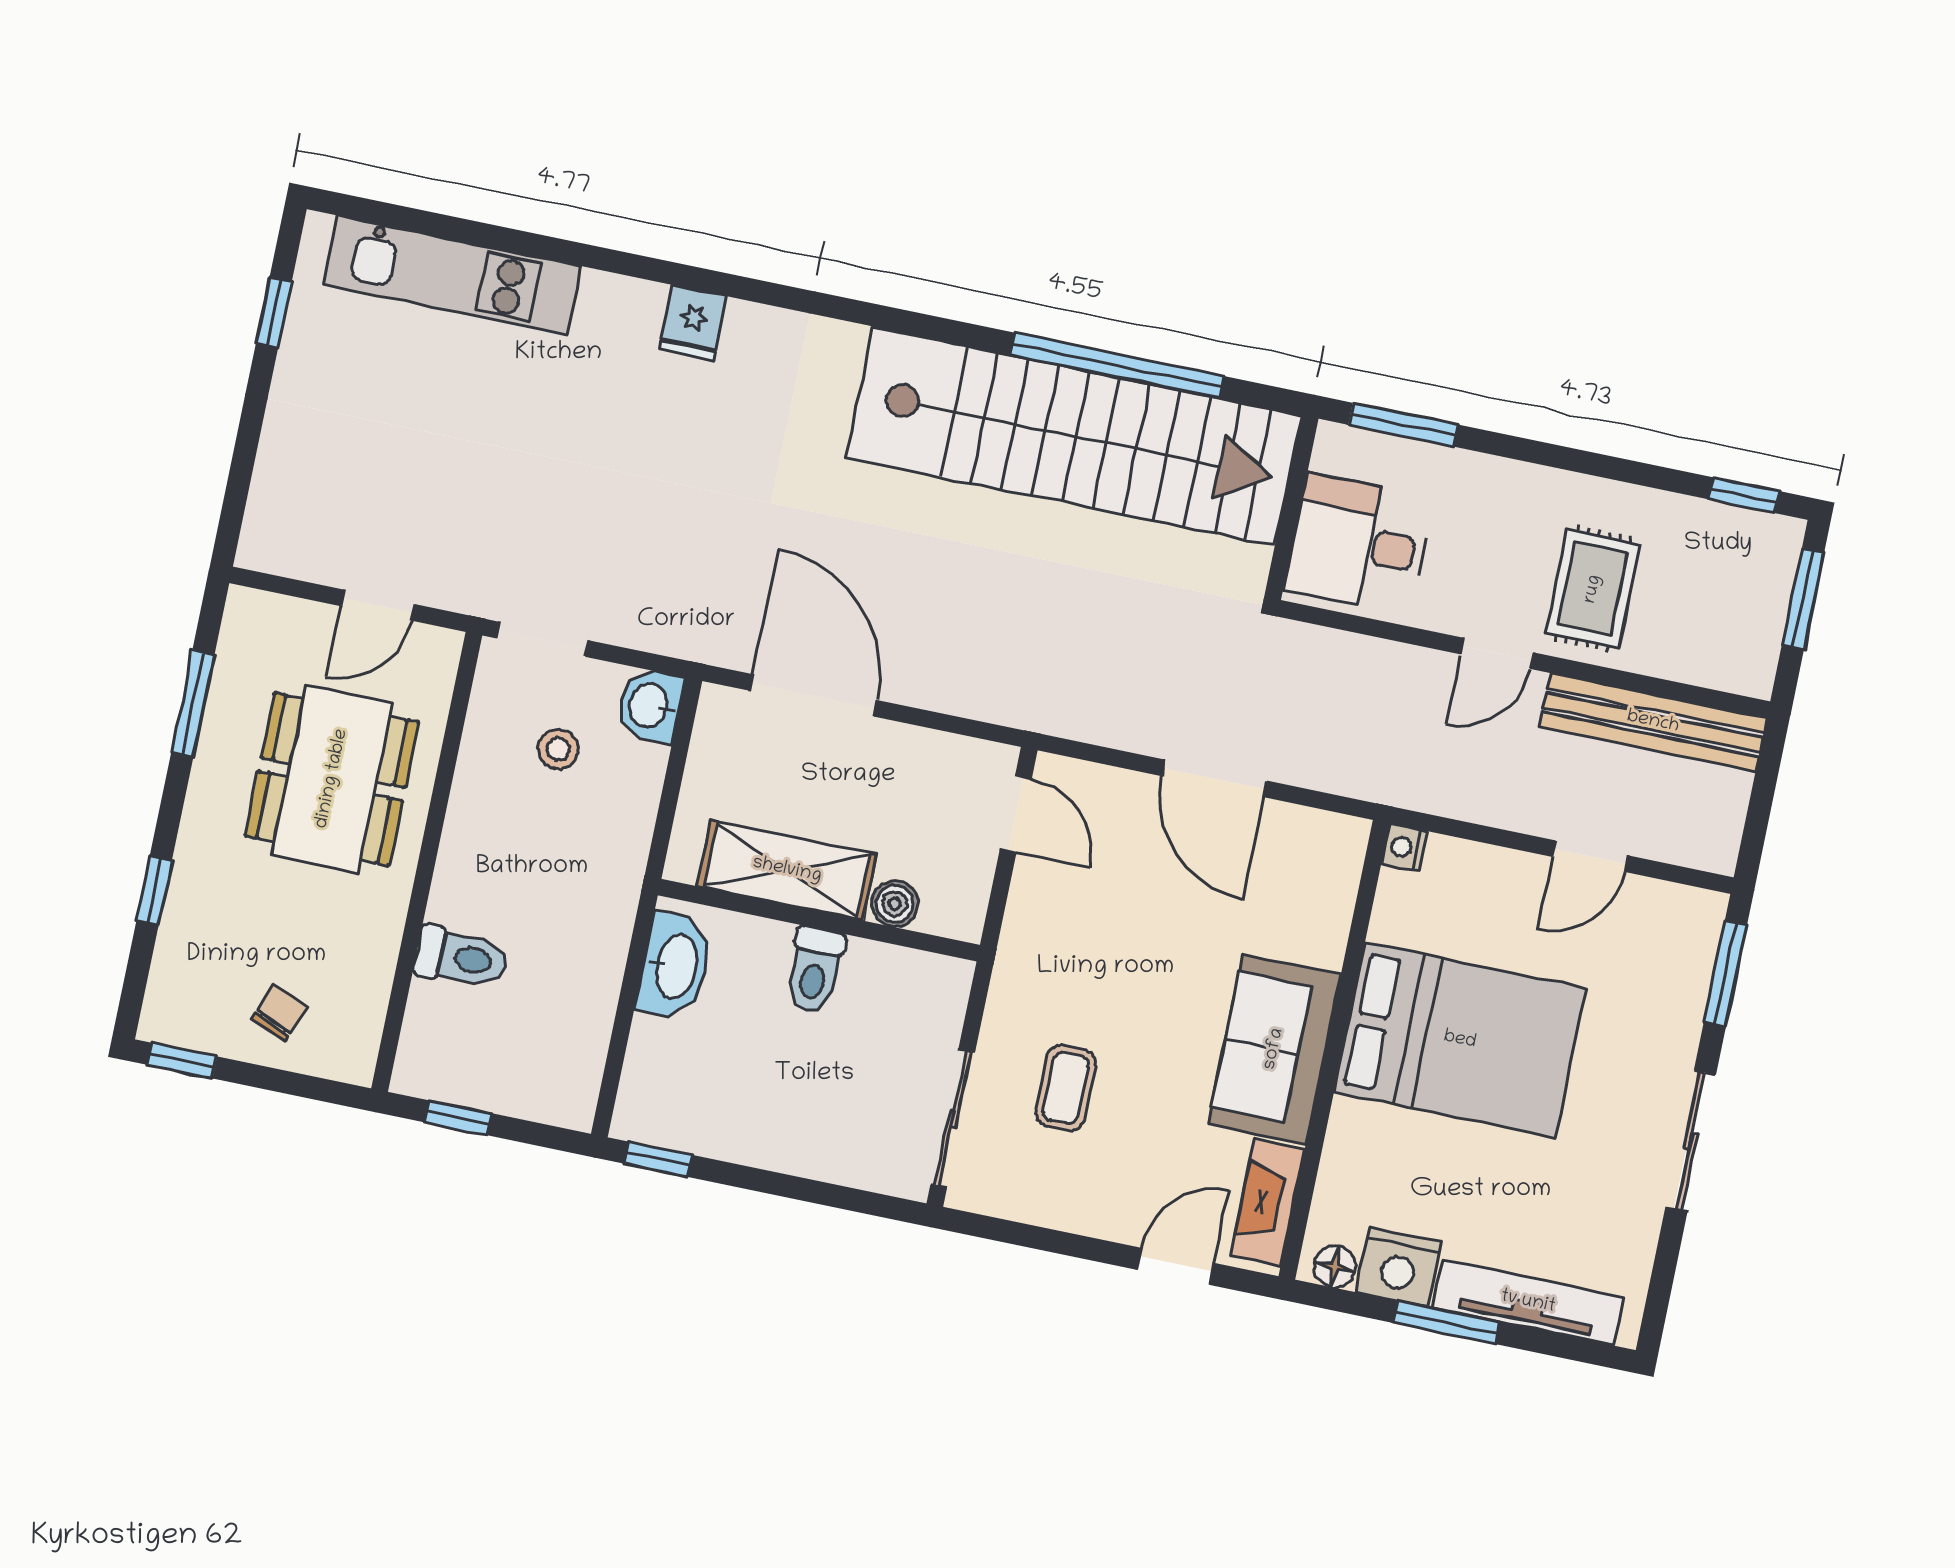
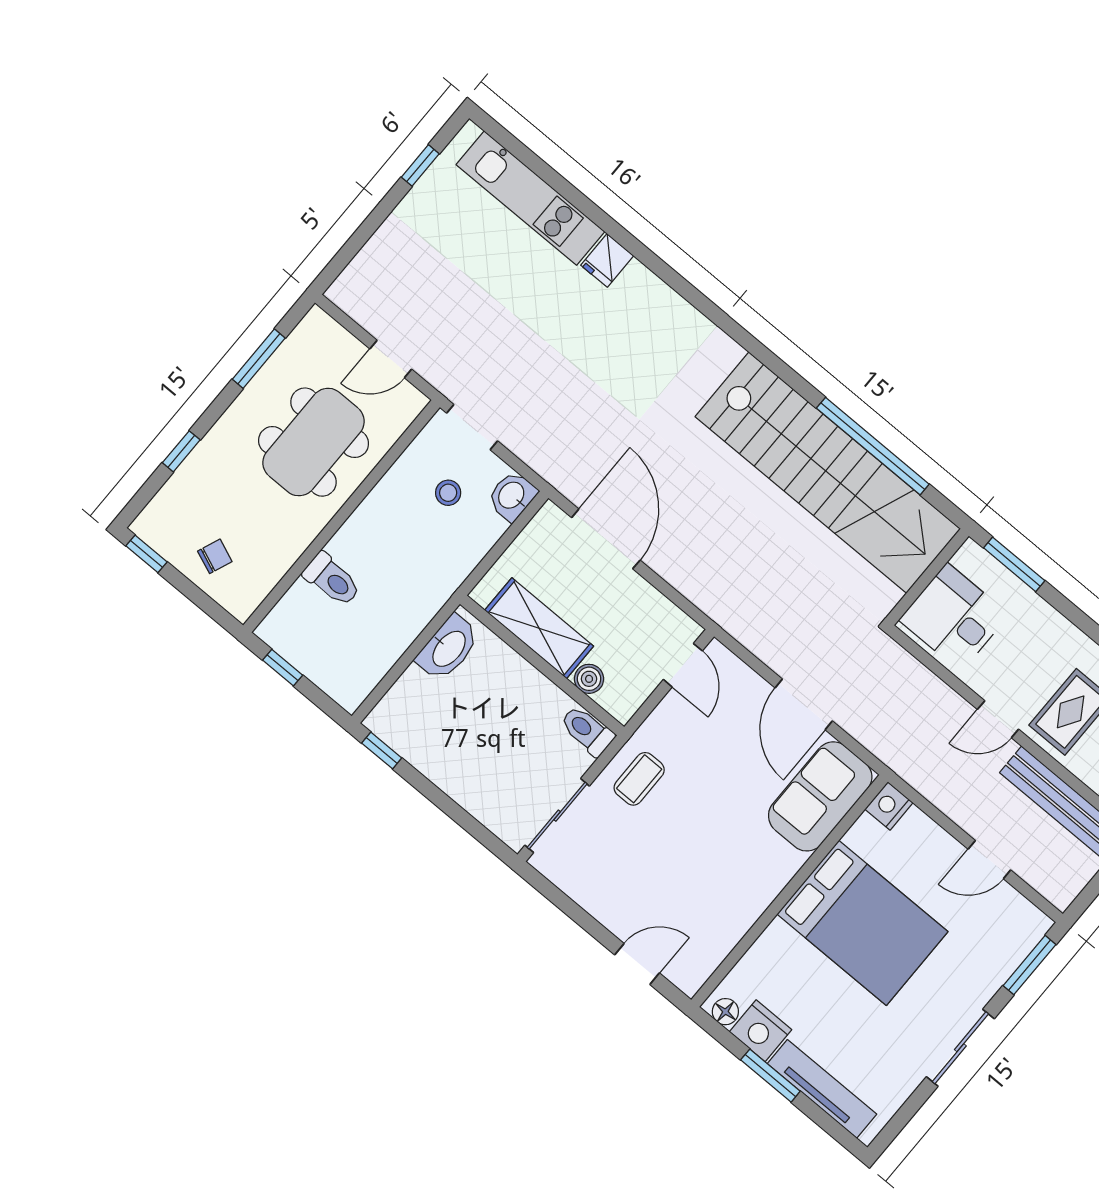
fridge: (693, 323) -> (607, 260), moved
nightstand: (1404, 847) -> (889, 806), width x1.39, depth x1.35
toilet: (814, 970) -> (587, 731), moved, turned 90
sofa: (1274, 1049) -> (820, 796), moved
coffee table: (1066, 1088) -> (639, 779), moved
fireplace: (1267, 1203) -> (707, 956), removed

